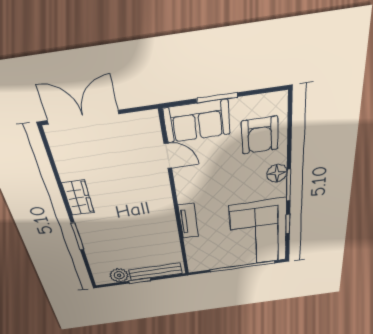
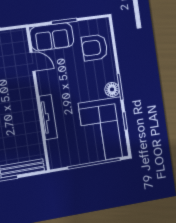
armchair: (260, 135) -> (95, 48), turned 90
floor lamp: (277, 173) -> (112, 89), moved
tv unit: (188, 221) -> (48, 117), width x1.41

